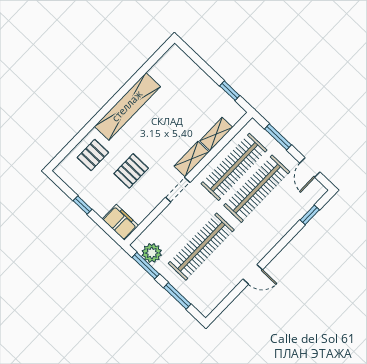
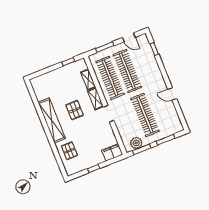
pallet: (131, 171) -> (75, 110), moved
door: (253, 274) -> (172, 94), swing flipped

